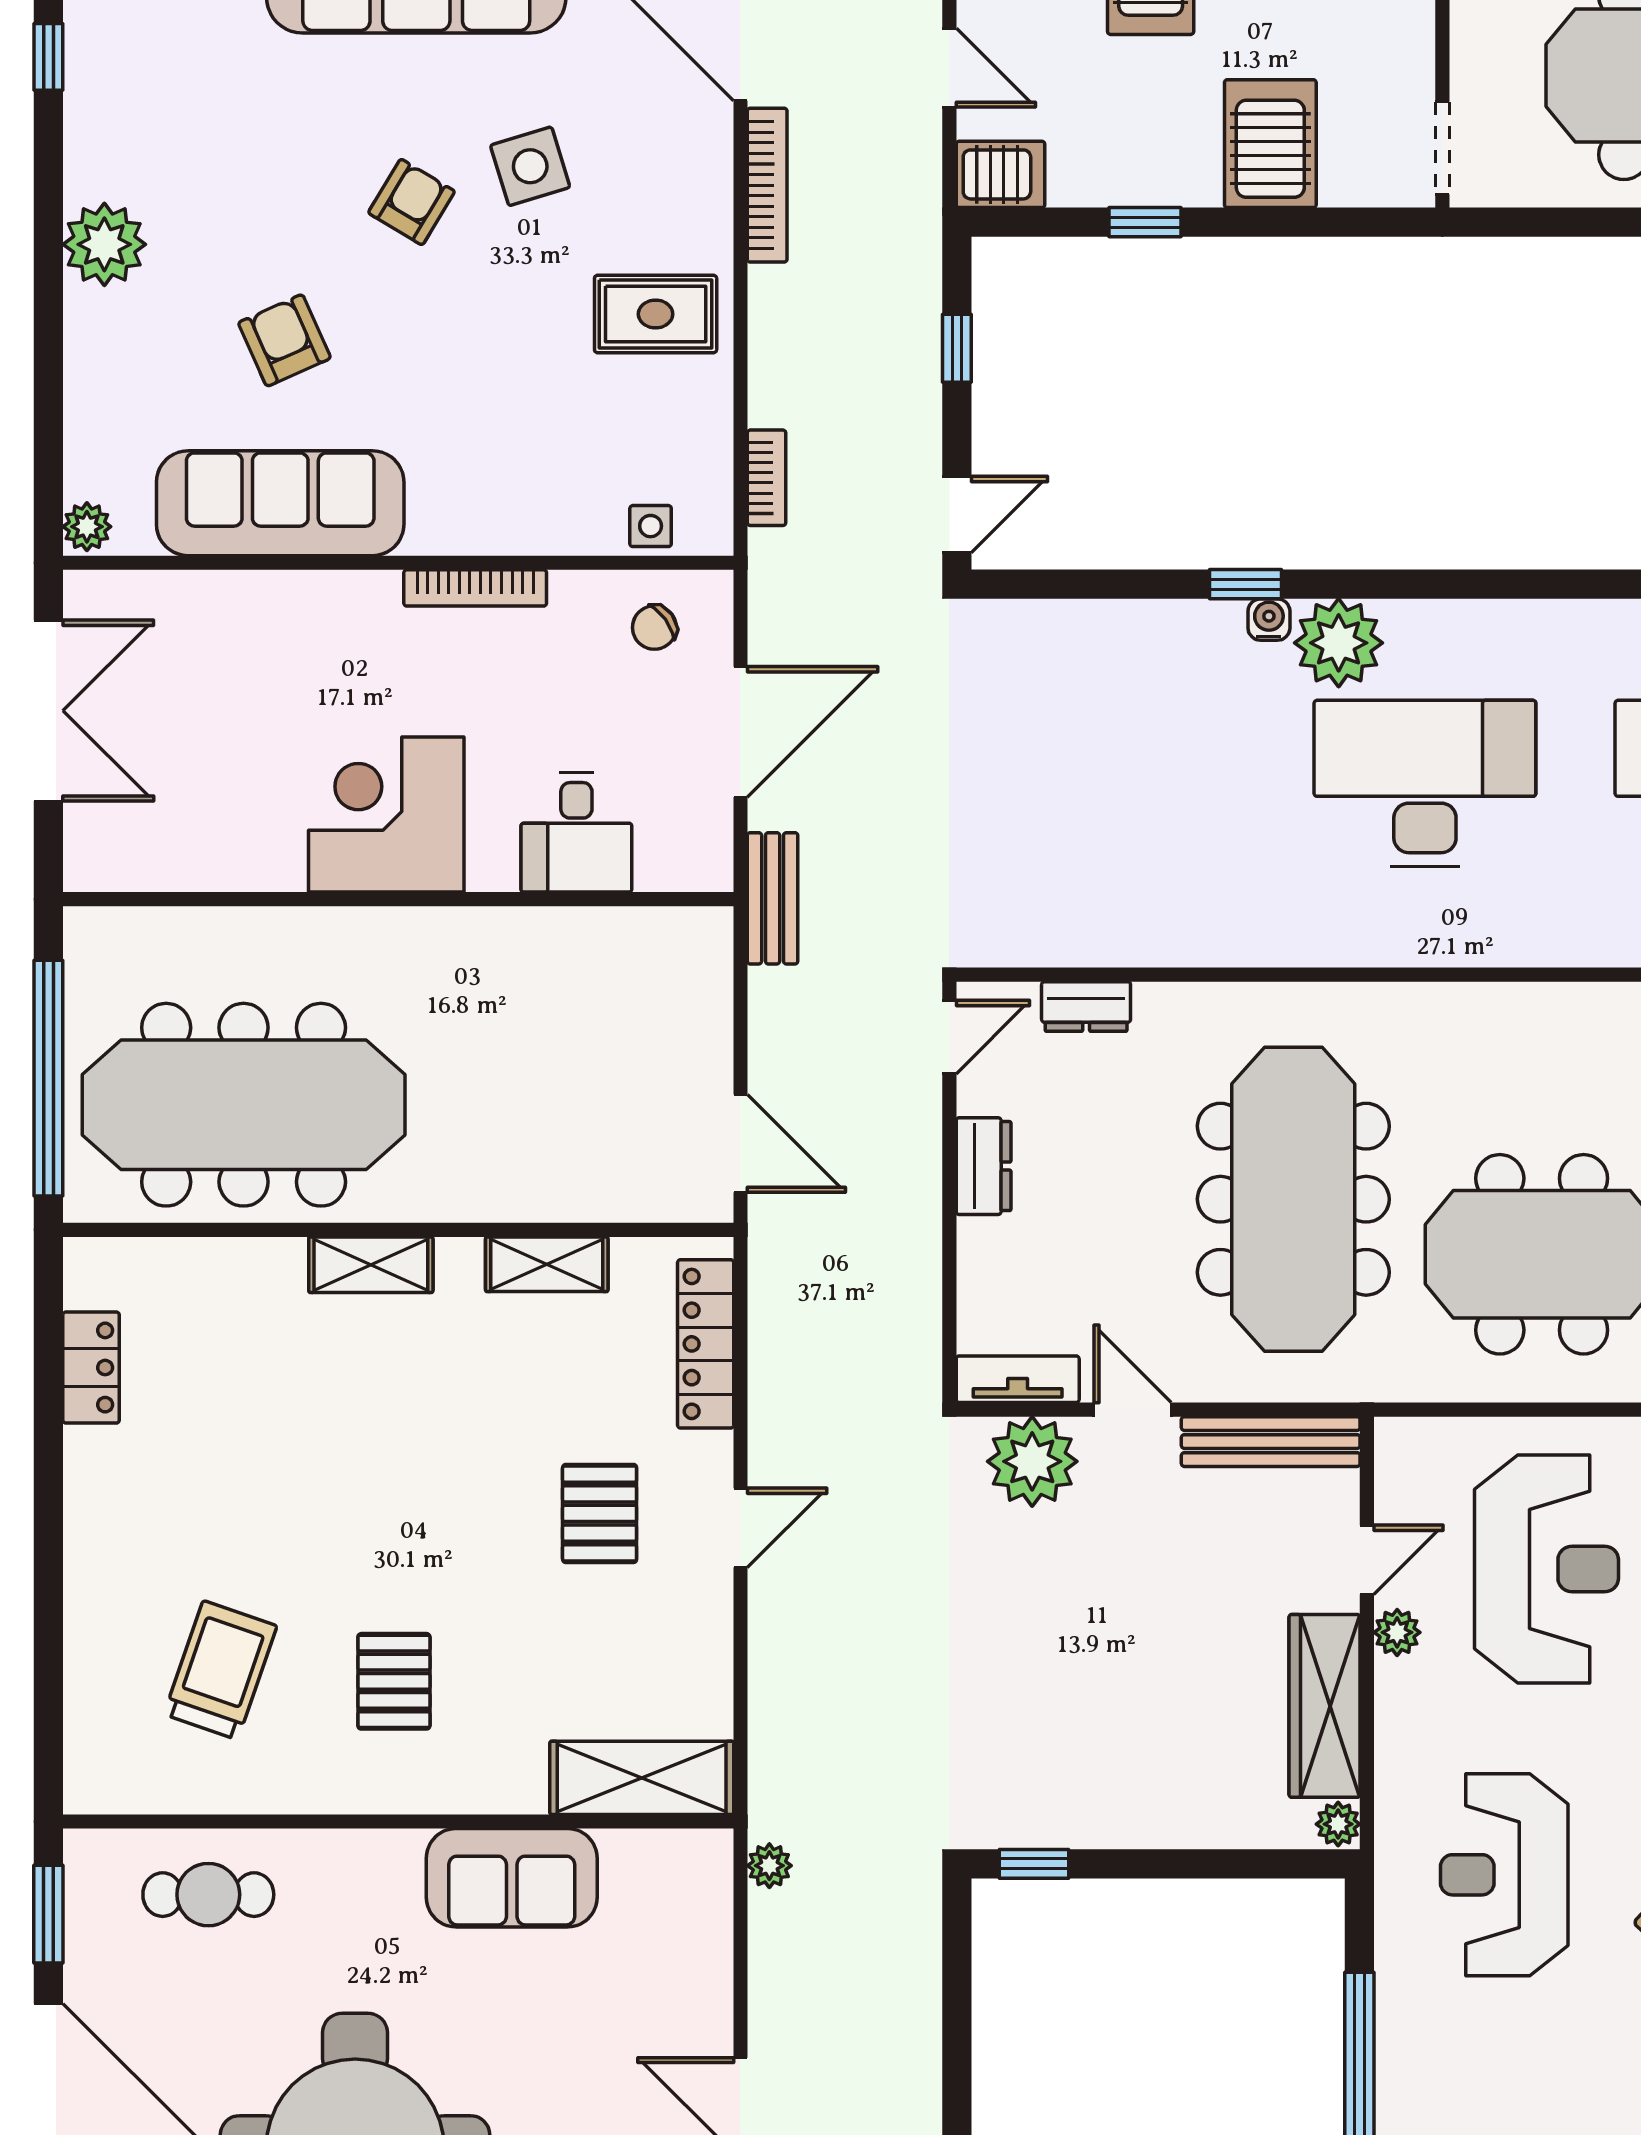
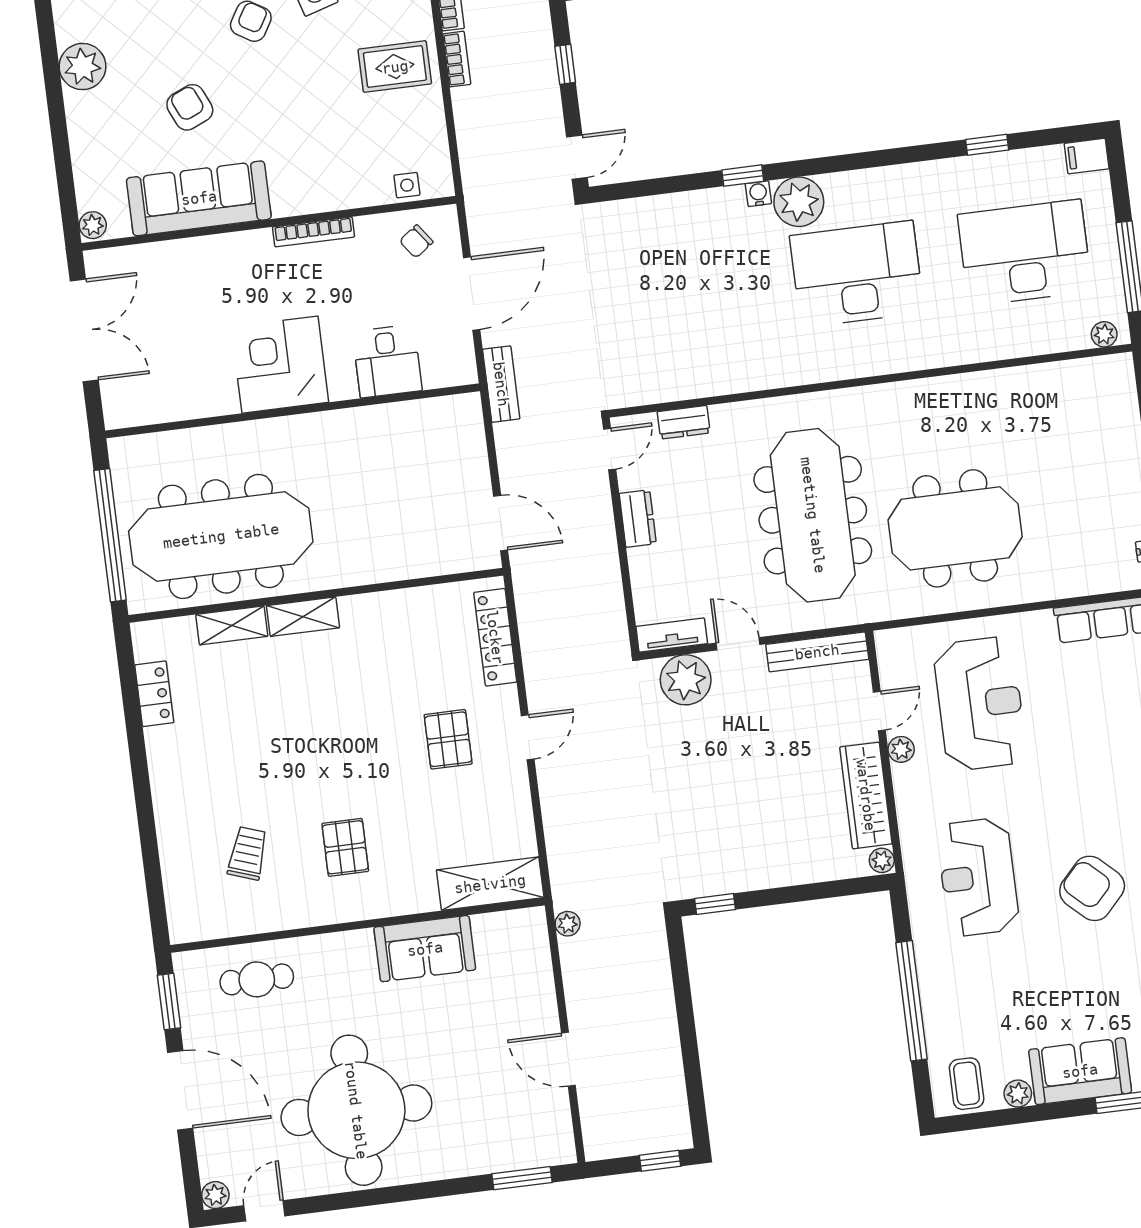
bookcase: (767, 478) -> (457, 59), moved
shelving: (547, 1264) -> (232, 625), moved
trolley: (220, 1670) -> (248, 853), width x0.73, depth x0.72

